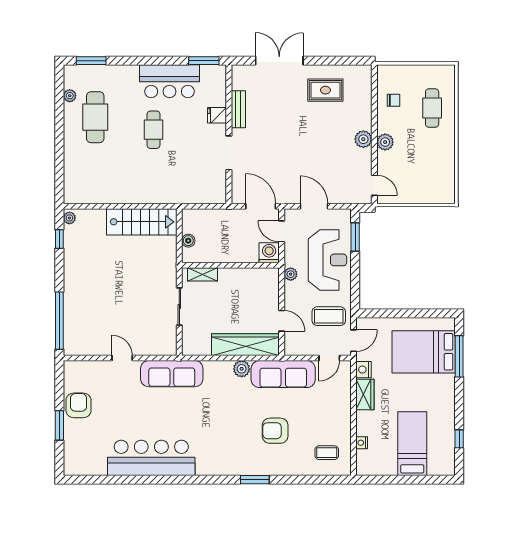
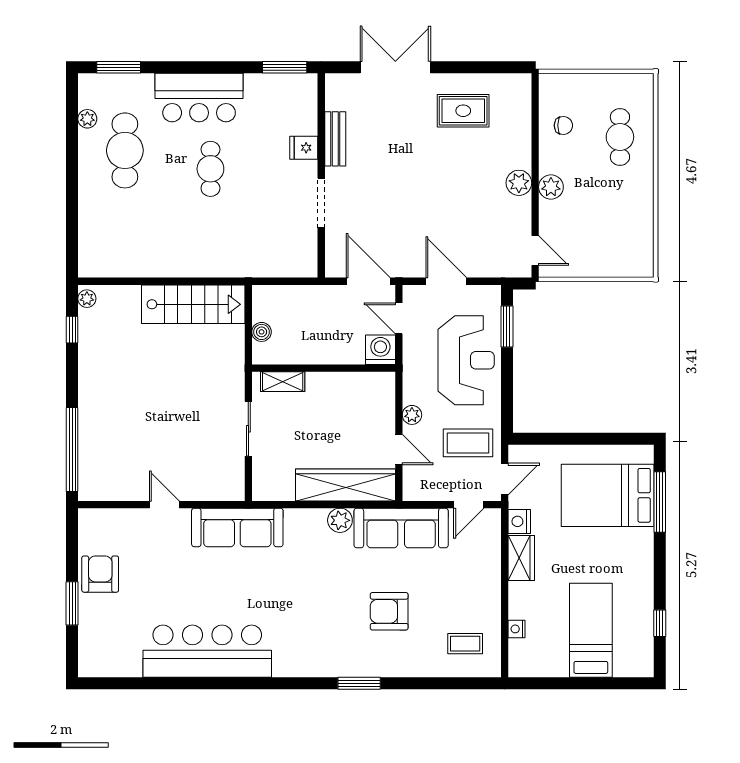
bar counter: (169, 81) -> (199, 98), moved
plant: (291, 274) -> (412, 415), moved

